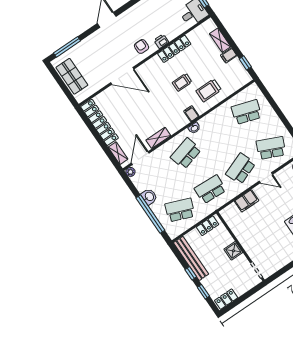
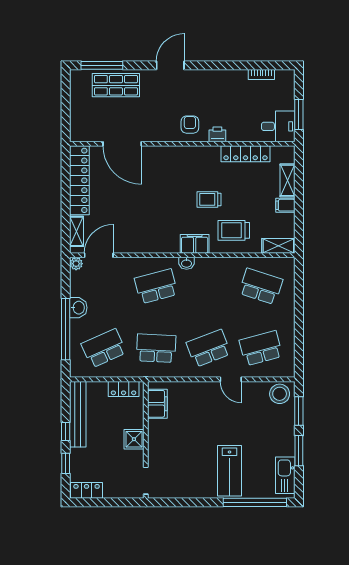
locker: (174, 49) -> (245, 154), moved
window: (245, 63) -> (299, 227), removed
shop shelf: (72, 76) -> (116, 85), moved, turned 90
door: (122, 76) -> (122, 144), moved
filing cabinet: (191, 114) -> (195, 244), width x2.00
shelving: (158, 138) -> (278, 246), moved
school desk: (271, 148) -> (261, 348), turned -39
filing cabinet: (247, 201) -> (157, 404), moved, turned -90
school desk: (180, 210) -> (104, 348), turned -45

